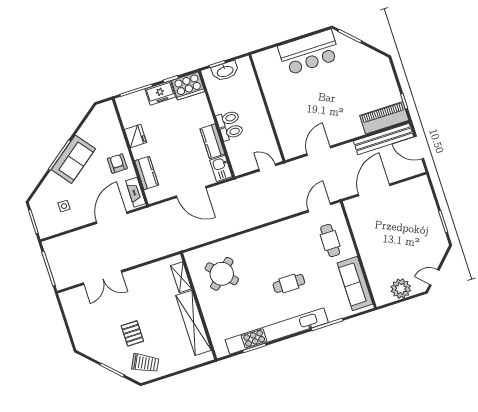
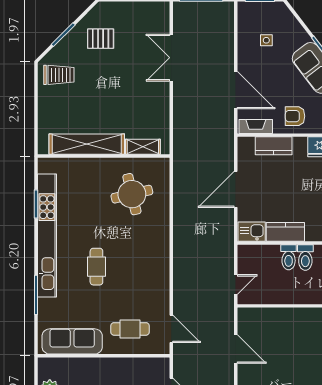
armchair: (117, 164) -> (295, 116), turned 180
round table: (222, 274) -> (132, 194), turned 31
pallet: (132, 333) -> (101, 39), moved
trolley: (145, 363) -> (59, 75), turned -117

